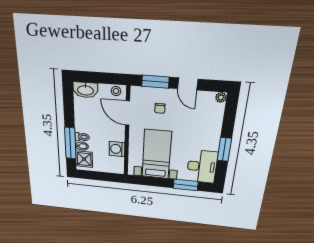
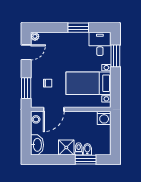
door: (188, 84) -> (26, 52), moved
window: (70, 143) -> (86, 160), width x0.69
washing machine: (117, 149) -> (104, 118), moved
shower: (84, 159) -> (66, 148), moved
desk: (202, 167) -> (100, 44), width x0.73

